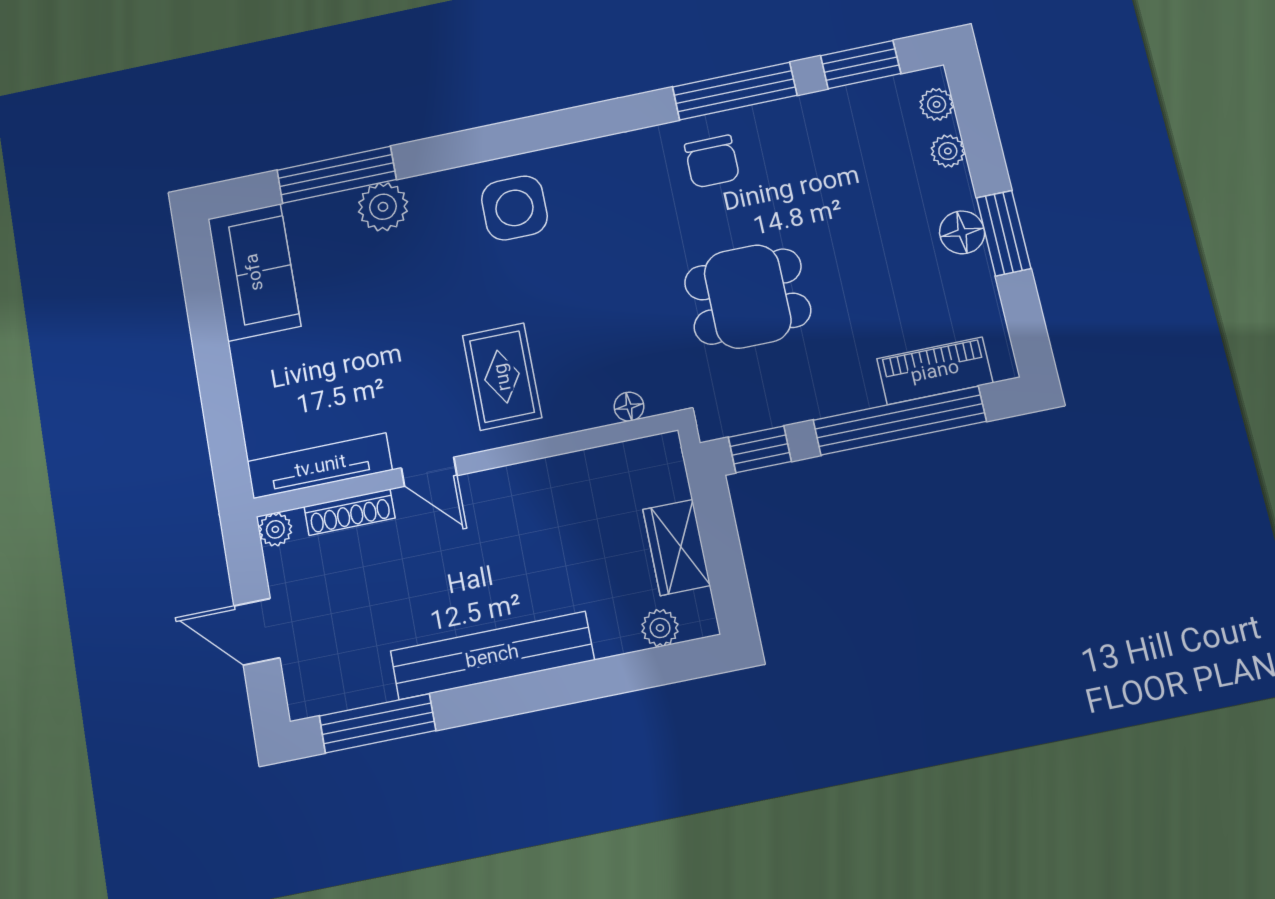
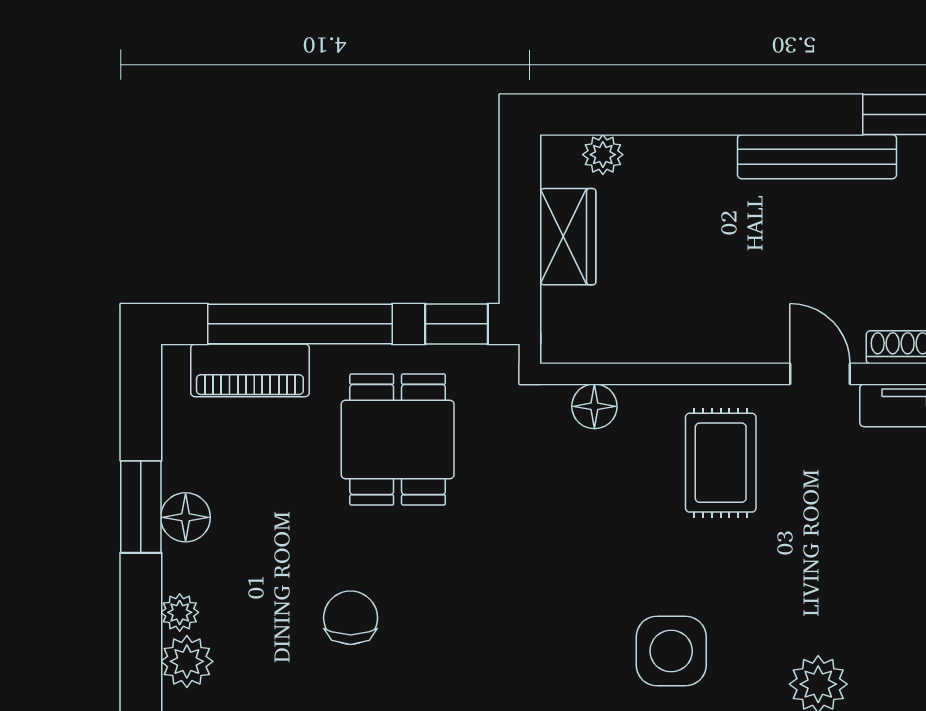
plant: (937, 104) -> (187, 661), width x1.38, depth x1.38
chair: (712, 162) -> (351, 618), moved
dining table: (748, 296) -> (398, 439), moved, turned 90
floor lamp: (629, 407) -> (594, 406), width x1.37, depth x1.37
bench: (492, 656) -> (817, 157), width x0.73, depth x0.82

